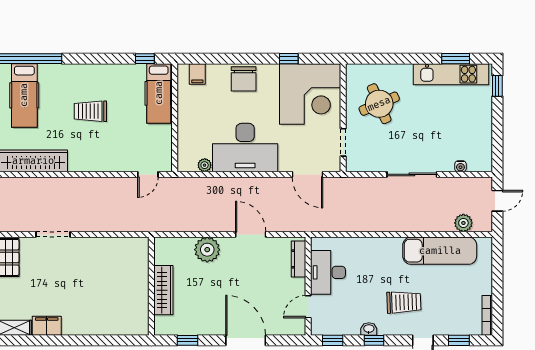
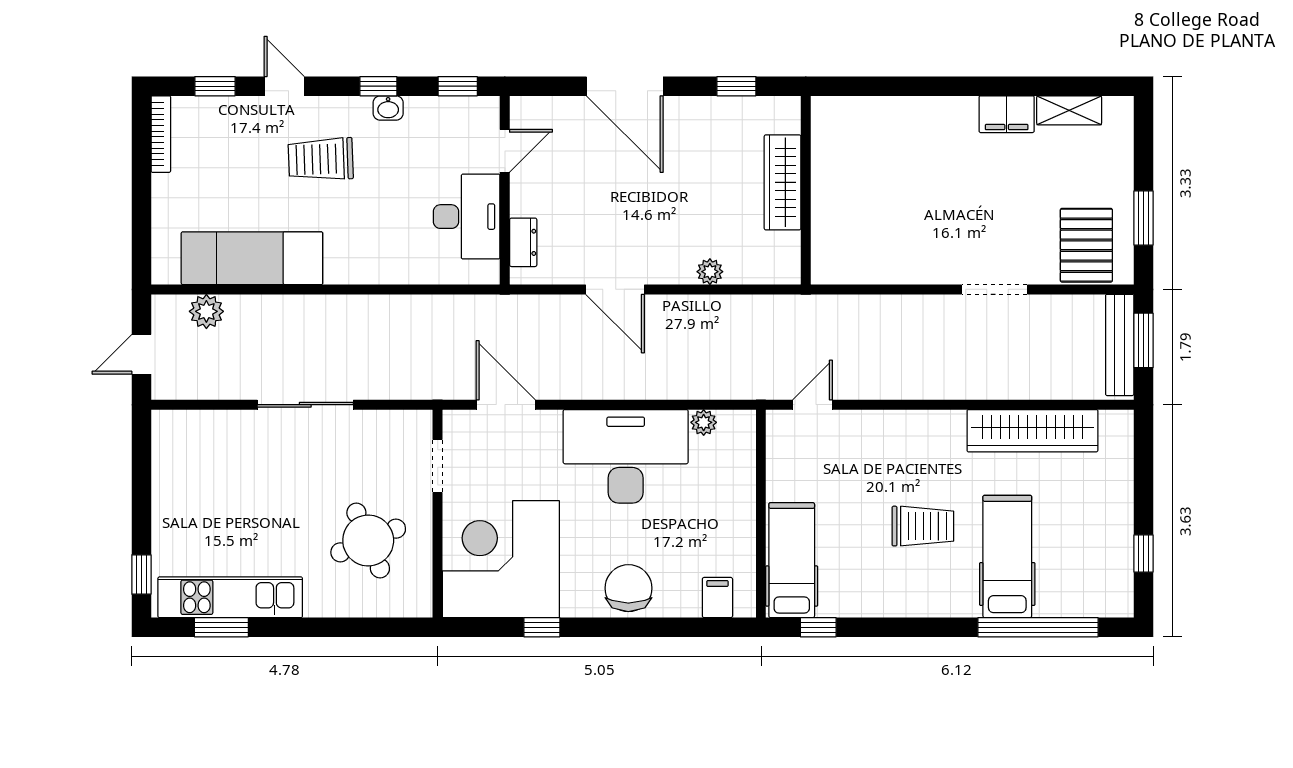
hospital bed: (24, 95) -> (1007, 556), moved
water cooler: (460, 166) -> (212, 420), removed
plant: (207, 250) -> (710, 272), width x0.53, depth x0.53
dresser: (298, 259) -> (523, 242), width x0.70

